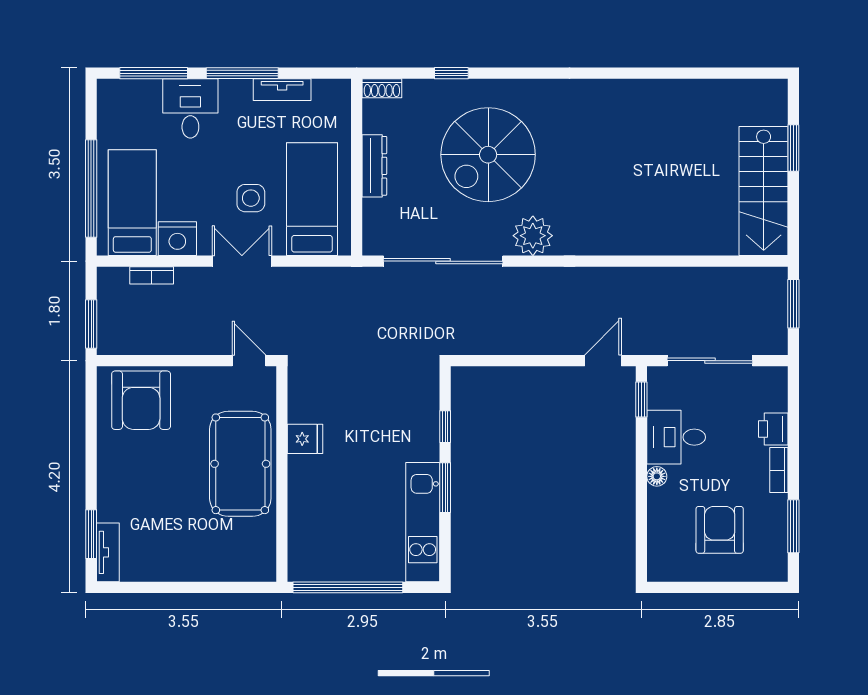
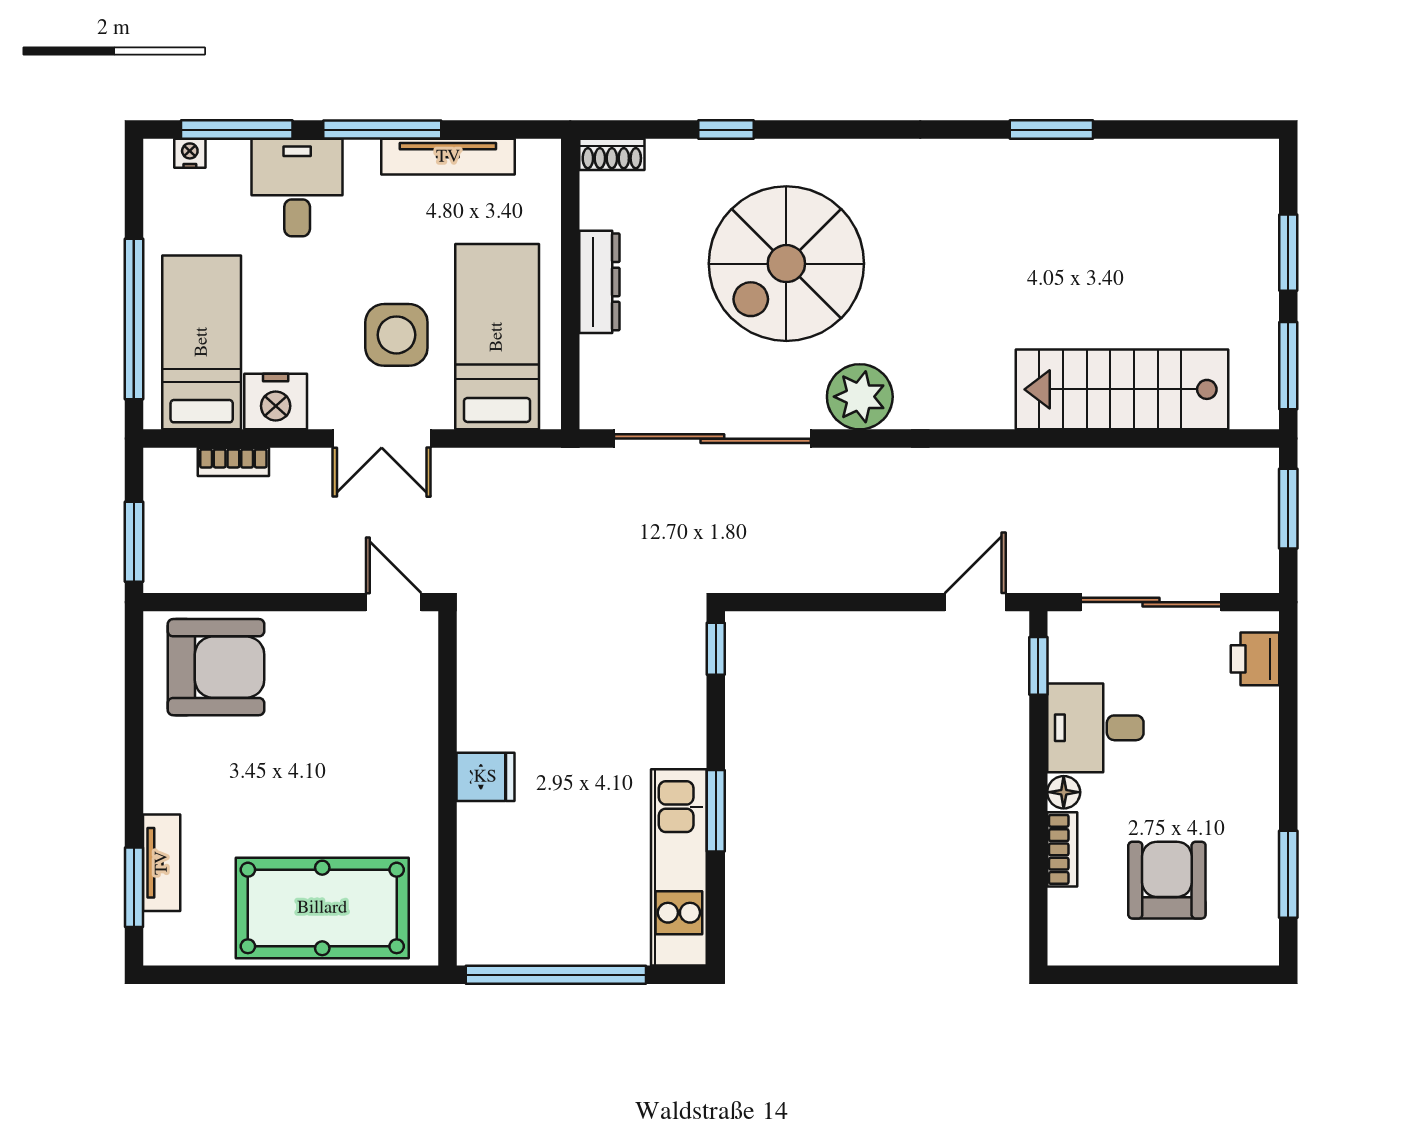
window: (649, 73) -> (1051, 130), added
nightstand: (125, 88) -> (190, 153), added
tv unit: (282, 90) -> (448, 157), width x1.41
stairs: (764, 191) -> (1122, 389), moved, turned 90
side table: (251, 198) -> (396, 335), width x1.37, depth x1.37
window: (793, 217) -> (1288, 366), added
double door: (242, 261) -> (382, 439), swing flipped
armchair: (141, 400) -> (216, 667), turned -90
window: (445, 427) -> (716, 649), moved
printer: (773, 429) -> (1255, 659), moved
fridge: (305, 439) -> (485, 777), moved
pool table: (240, 464) -> (322, 908), moved, turned 90
bookcase: (779, 470) -> (1062, 849), moved, turned 180
tv unit: (108, 552) -> (162, 863), moved

